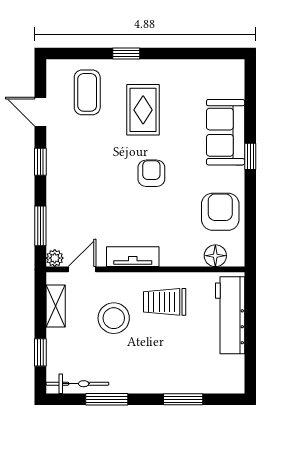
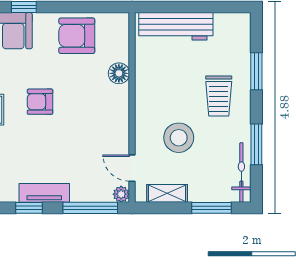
window: (40, 226) -> (90, 208), width x1.44
floor lamp: (215, 256) -> (119, 73), moved
tv unit: (133, 257) -> (44, 193), moved, turned 90
trolley: (165, 302) -> (219, 96), moved
window: (40, 352) -> (211, 208), width x1.50

